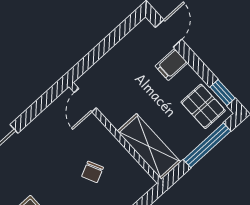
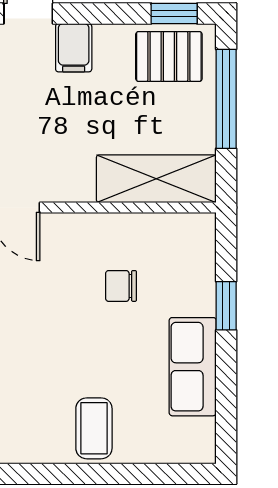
chair: (92, 172) -> (121, 286), turned 115

